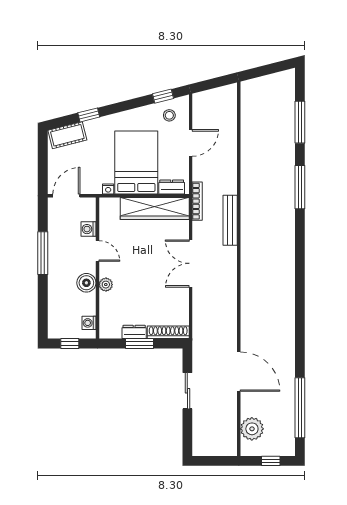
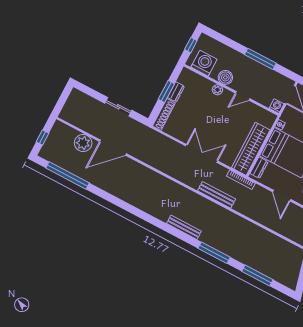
washing machine: (88, 229) -> (277, 106), moved
bench: (289, 239) -> (184, 227), added
washing machine: (89, 323) -> (204, 63), width x1.89, depth x1.89
plant: (252, 429) -> (83, 143), moved

